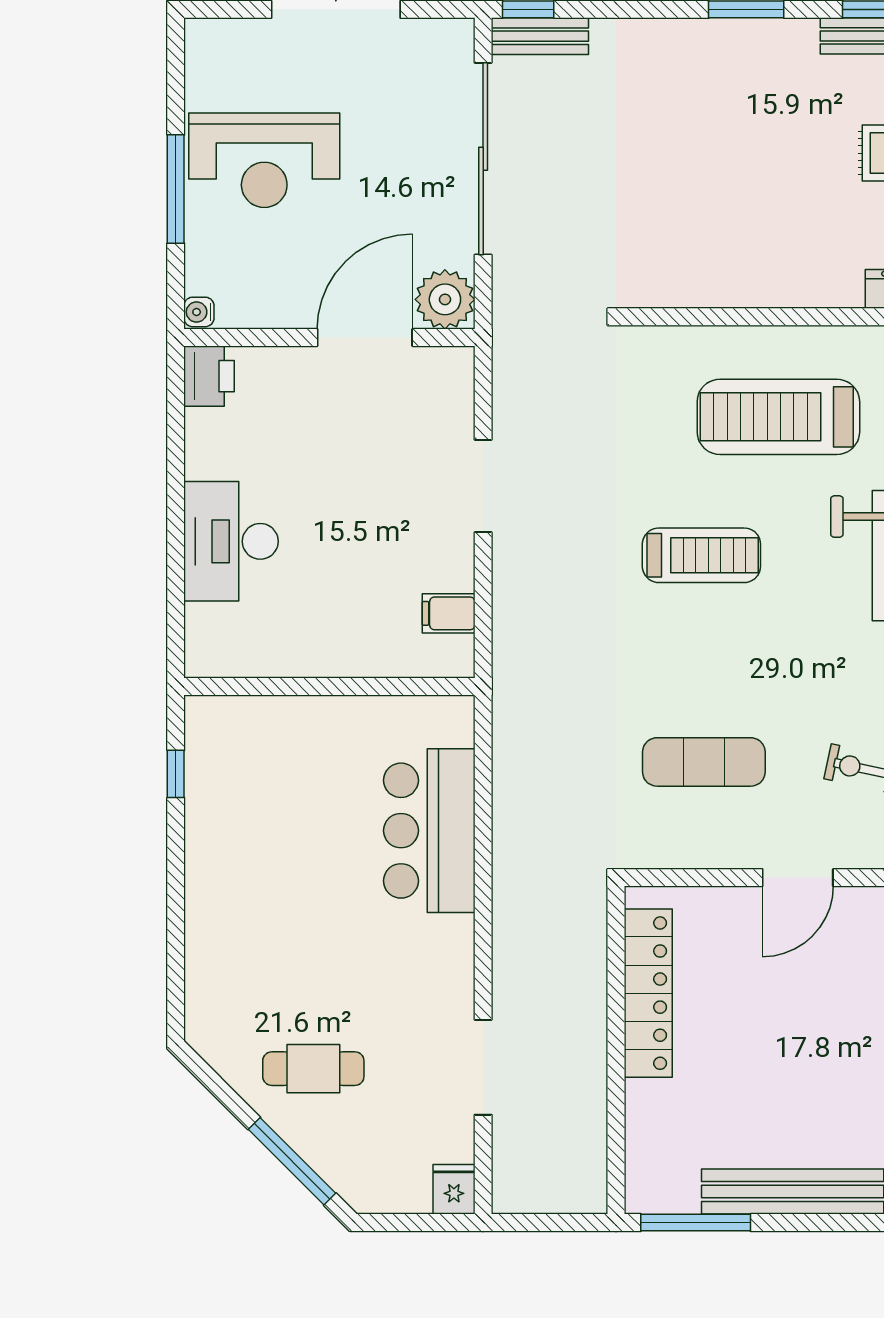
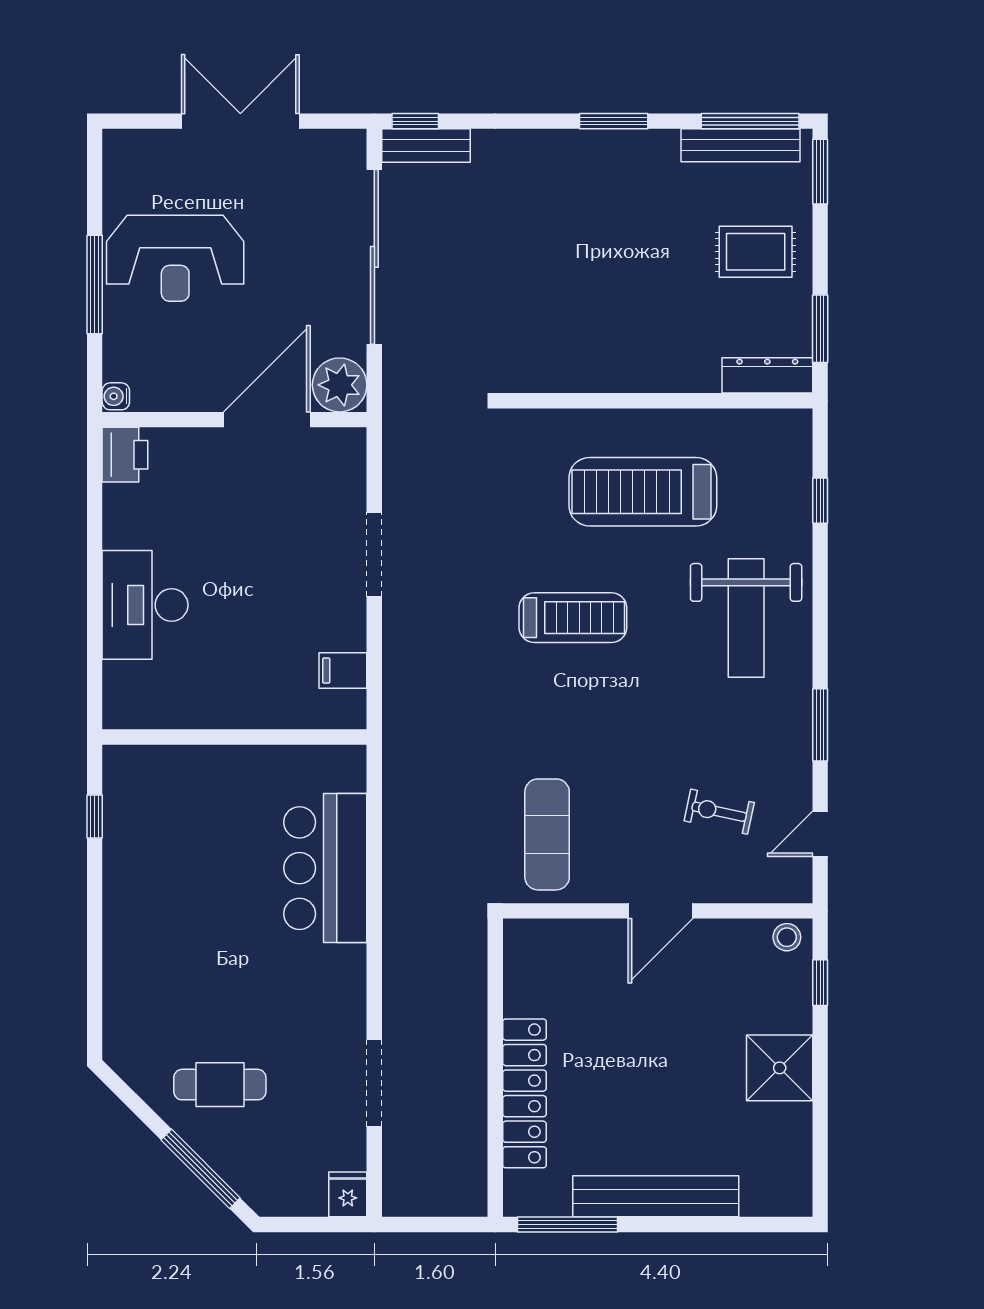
exercise mat: (704, 762) -> (547, 834), moved, turned 90
locker: (648, 993) -> (524, 1093), moved

